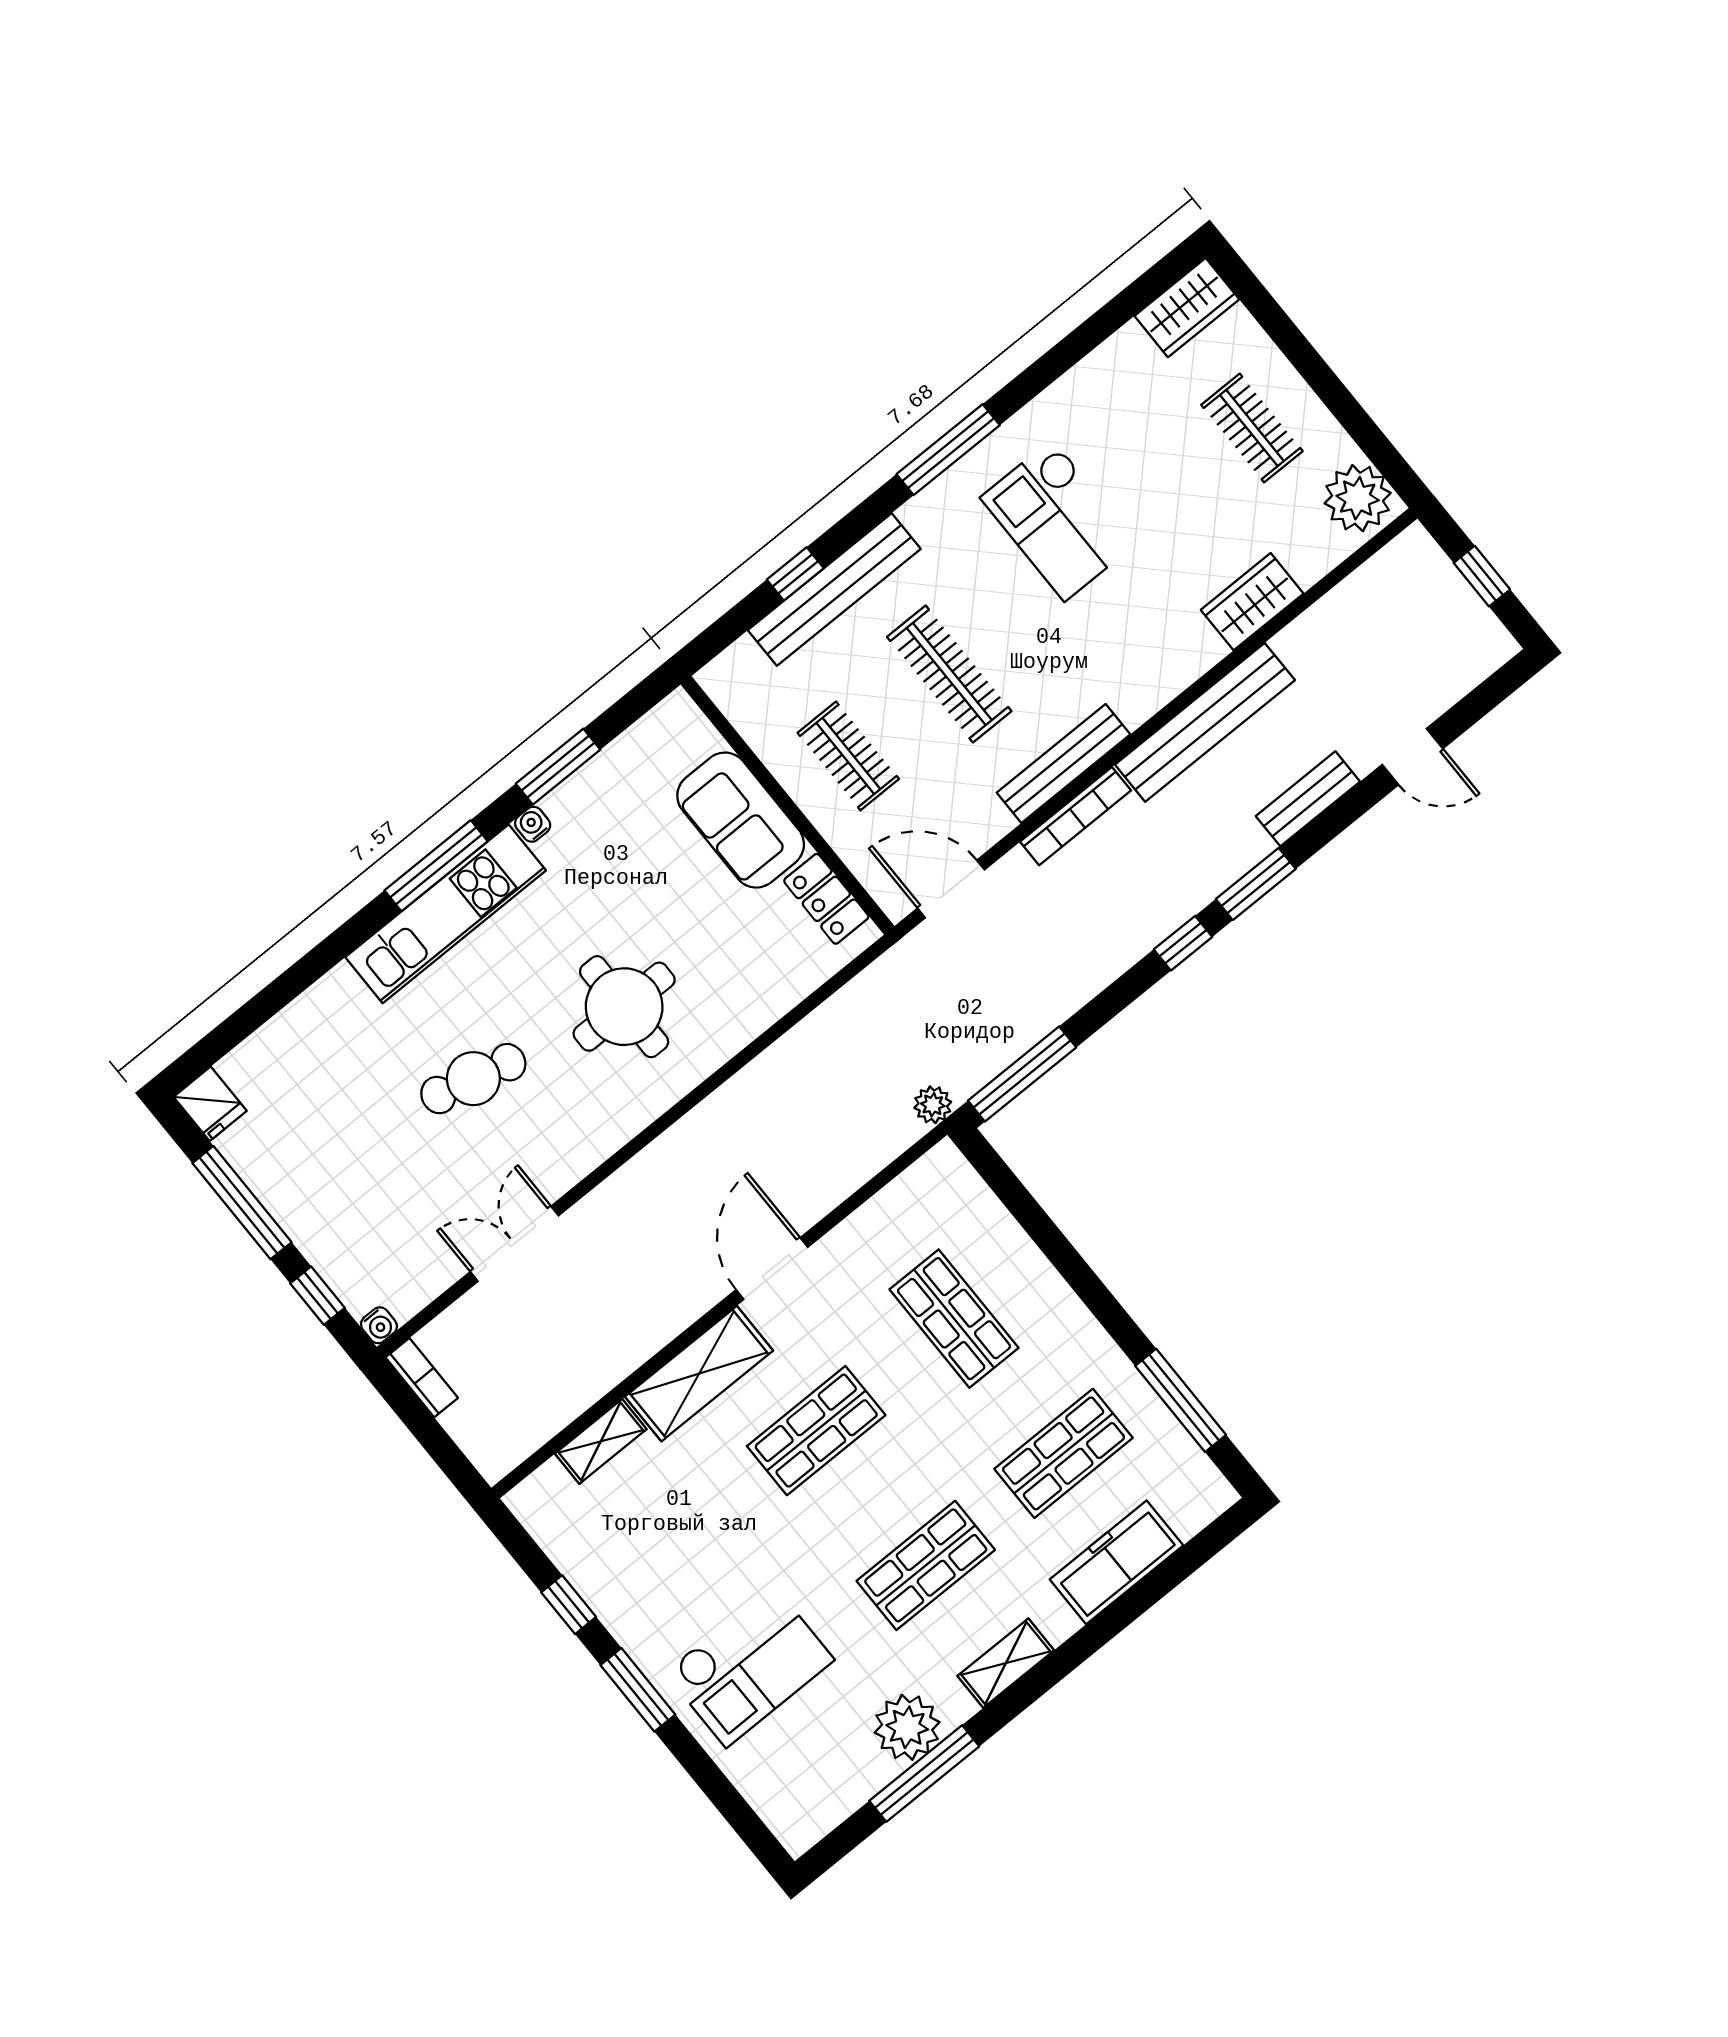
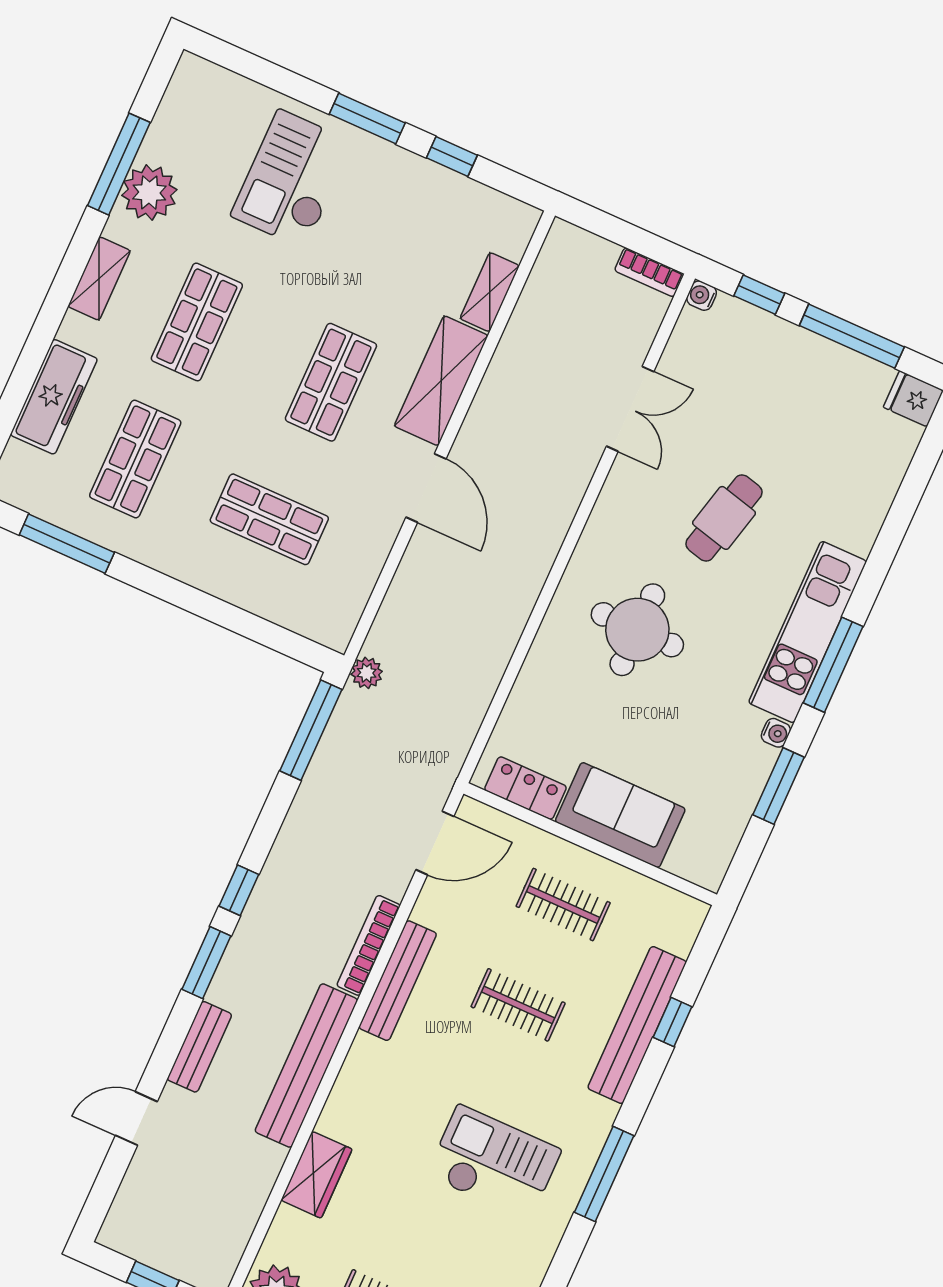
clothes rail: (949, 674) -> (518, 1005), width x0.73

